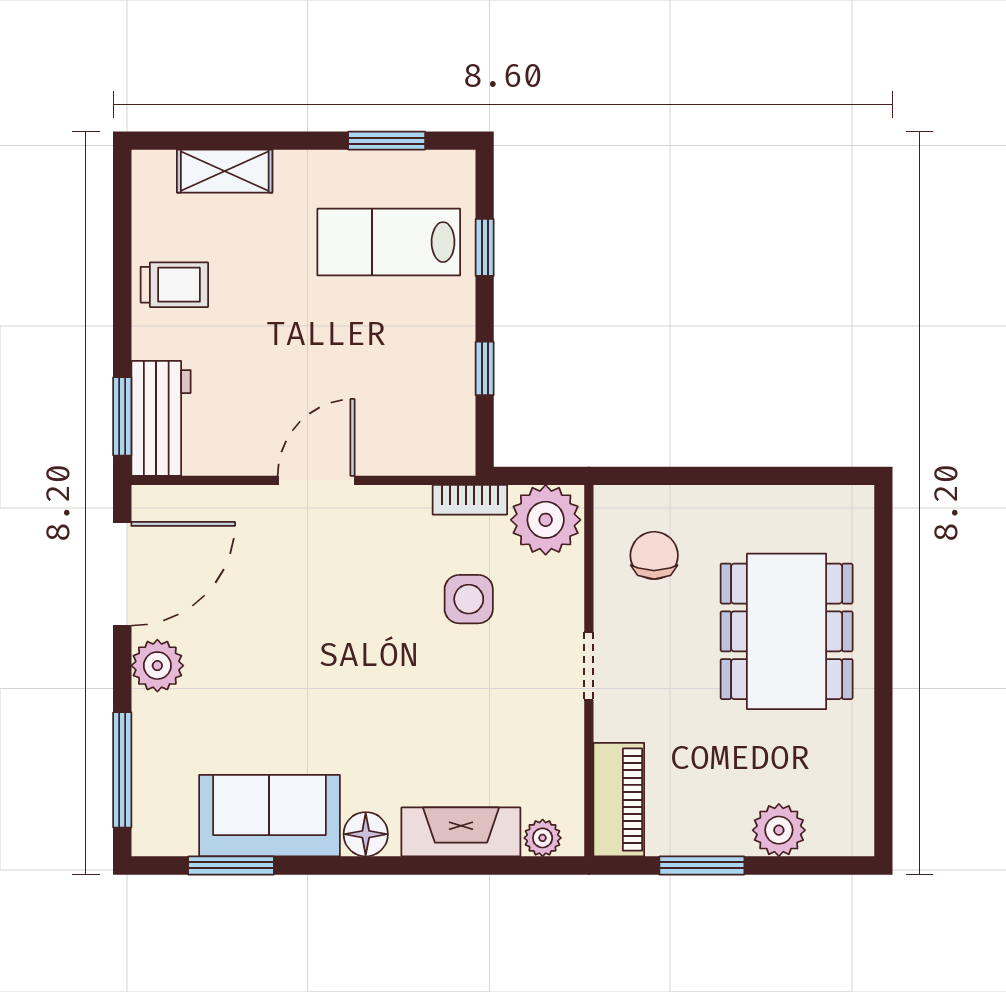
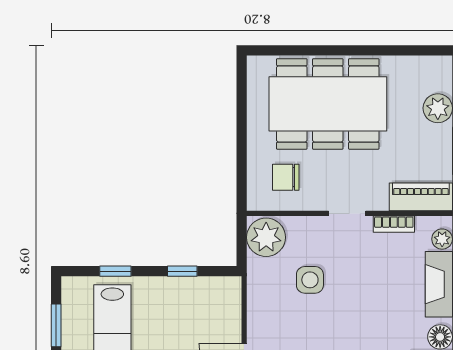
bookcase: (470, 500) -> (394, 224), moved, turned 90
dining table: (787, 631) -> (328, 104), width x1.36, depth x1.24

